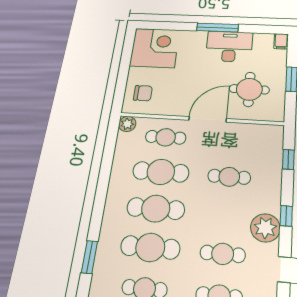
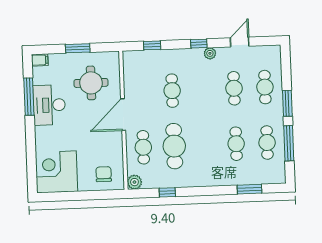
window: (218, 28) -> (29, 97), moved
door: (208, 119) -> (123, 115), hinge flipped
window: (108, 158) -> (167, 192), added
cafe table: (156, 209) -> (205, 145), removed
plant: (265, 228) -> (210, 53), width x0.53, depth x0.53
cafe table: (150, 247) -> (236, 144), width x0.73, depth x0.74

